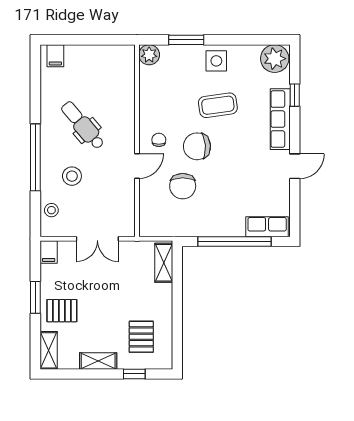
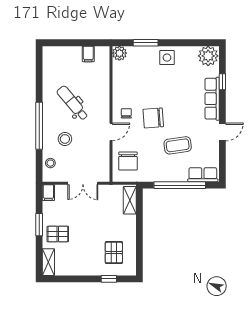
filing cabinet: (55, 56) -> (88, 54), moved
coffee table: (218, 105) -> (178, 145), moved
chair: (183, 186) -> (128, 161), moved
shelving: (98, 361) -> (83, 270), removed

